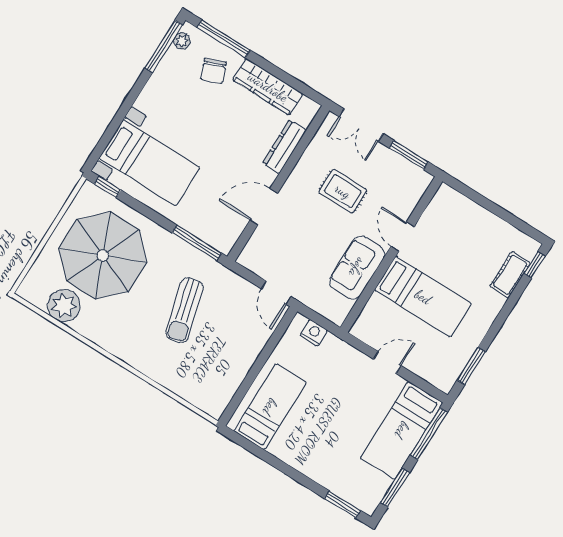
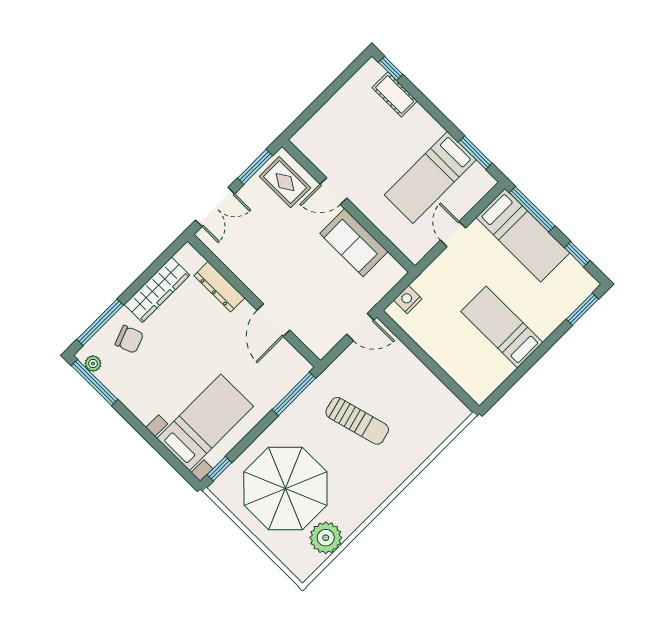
rug: (343, 191) -> (285, 182), moved, turned 90
bed: (423, 297) -> (430, 177), moved, turned 180
bed: (270, 407) -> (502, 327), moved
window: (395, 487) -> (577, 254), width x0.67

